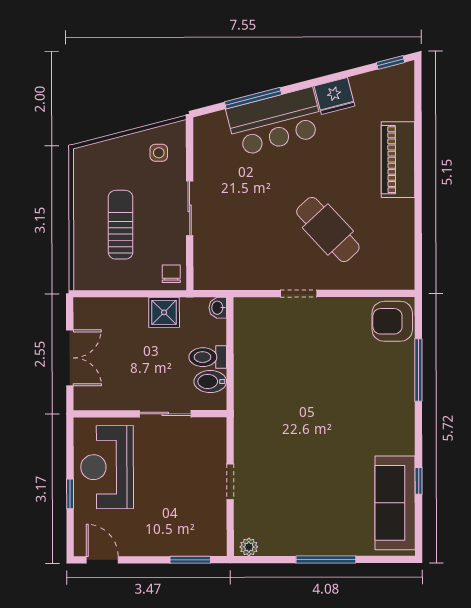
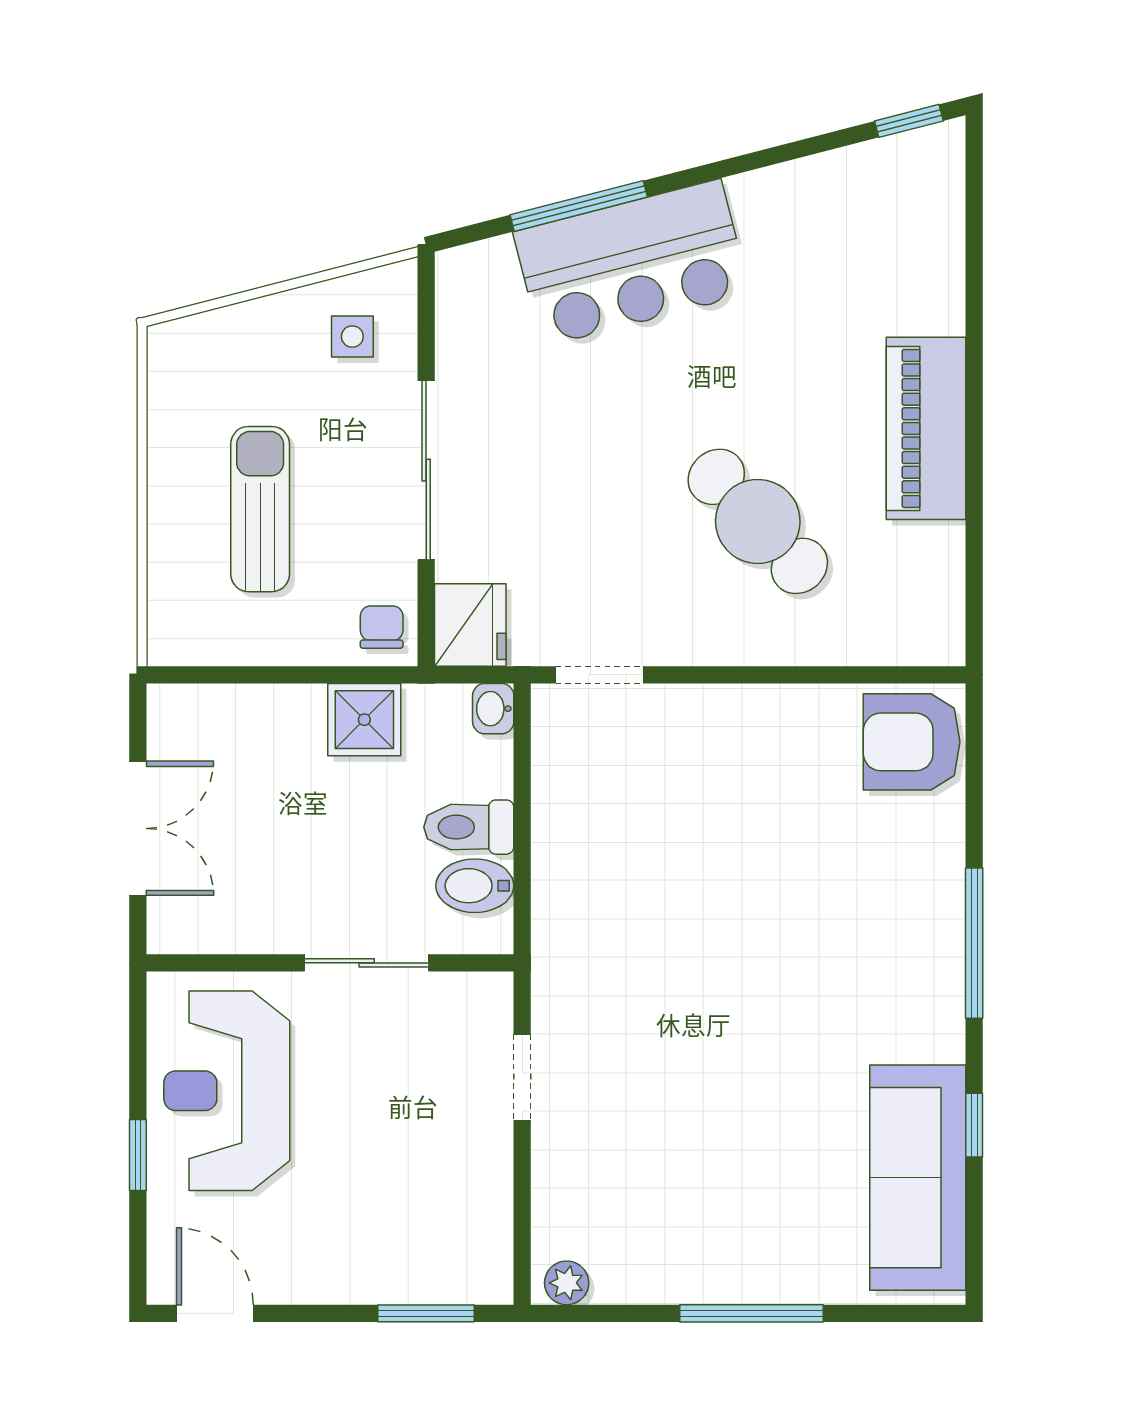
fridge: (334, 96) -> (470, 625), moved, turned -76
piano: (398, 160) -> (926, 428), moved
sliding door: (190, 208) -> (426, 470), width x1.37
doorway: (299, 293) -> (599, 675), moved
window: (418, 370) -> (974, 943), moved
doorway: (230, 482) -> (522, 1077), moved

